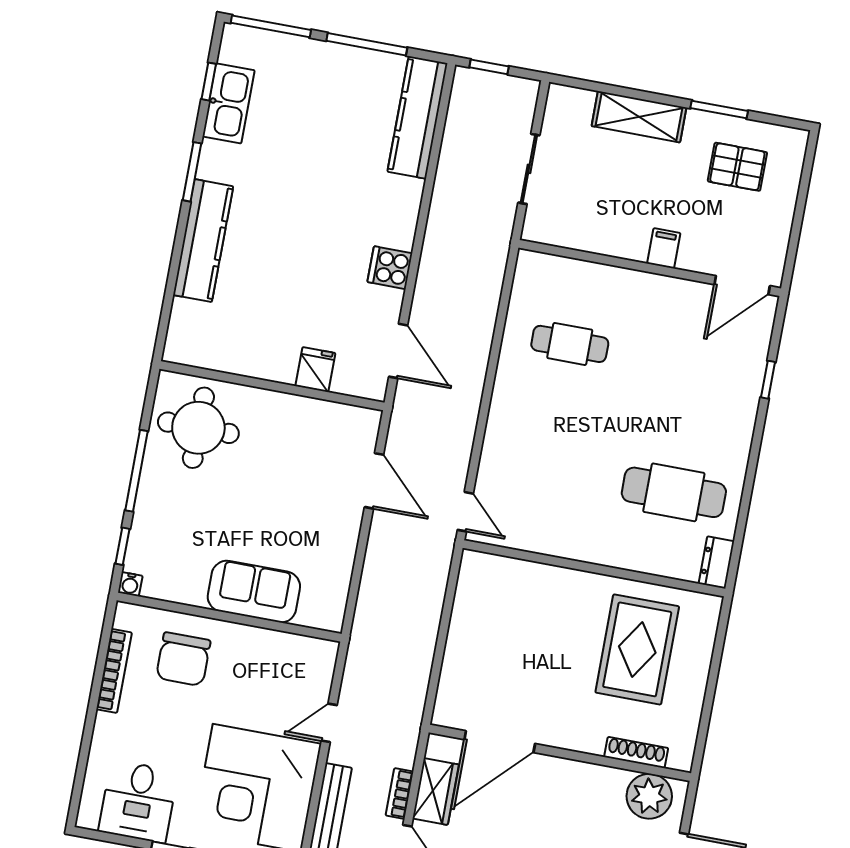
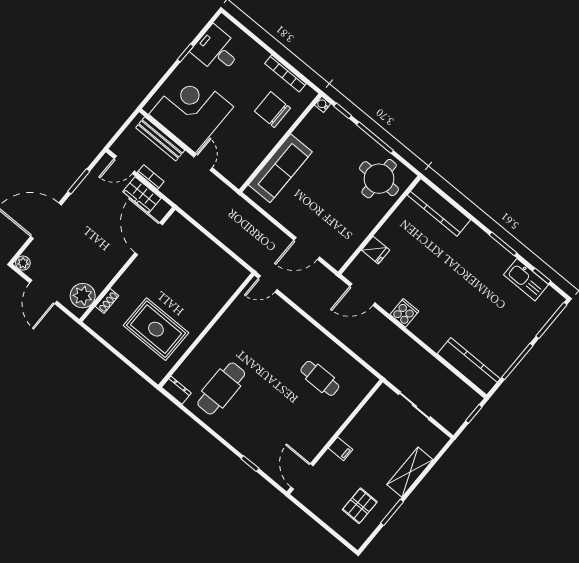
kitchen counter: (203, 241) -> (439, 207), moved
cafe table: (570, 344) -> (320, 378), turned 90
sofa: (254, 592) -> (280, 168), width x1.36
shoe rack: (636, 752) -> (107, 301), width x0.70

